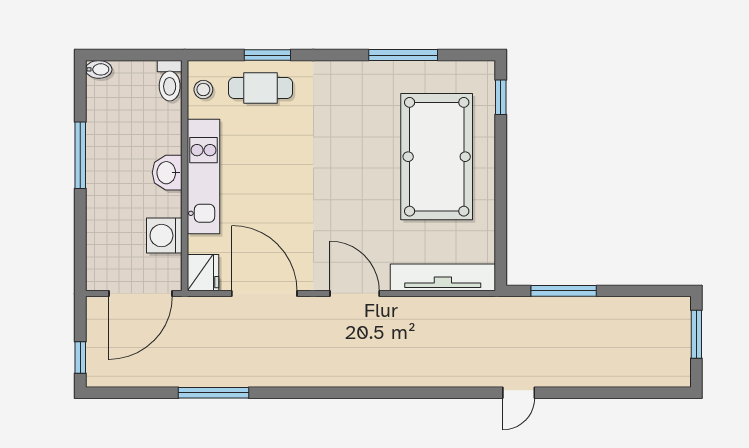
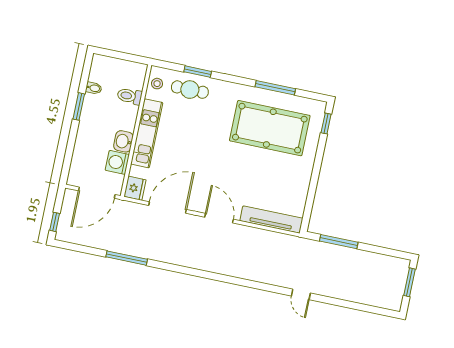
bidet: (99, 69) -> (94, 88), moved
toilet: (170, 81) -> (130, 96), moved, turned 90
window: (80, 155) -> (79, 106), width x0.69
pool table: (437, 157) -> (270, 128), moved, turned 90
washbasin: (167, 173) -> (123, 141), moved
door: (264, 294) -> (168, 207), hinge flipped
door: (519, 393) -> (301, 294), hinge flipped

